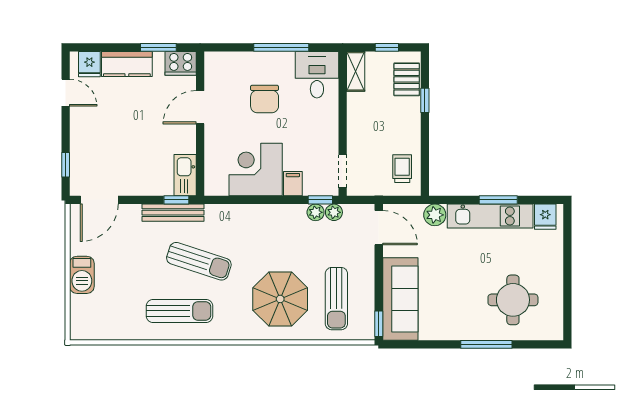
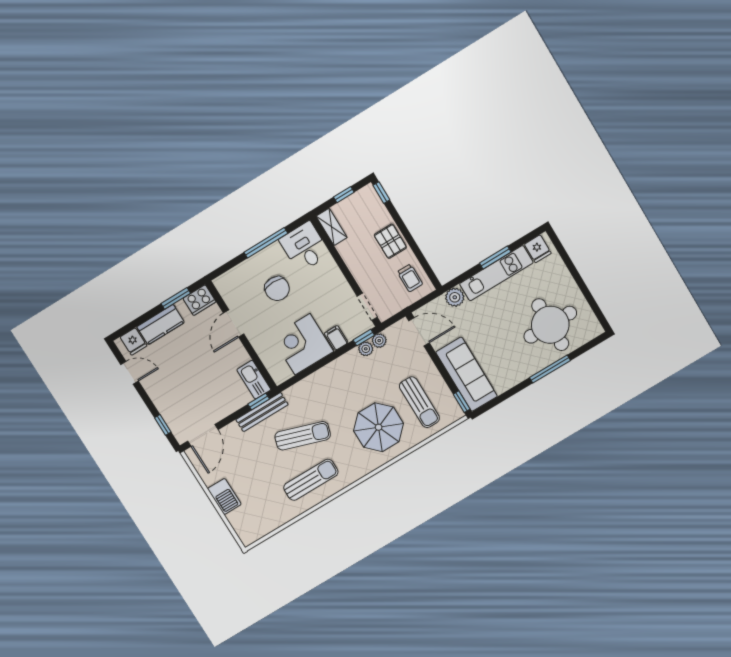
pallet: (407, 79) -> (390, 241), moved
window: (425, 100) -> (381, 193), moved
trolley: (402, 169) -> (410, 278), turned 180
round table: (513, 300) -> (550, 325), width x1.36, depth x1.36

